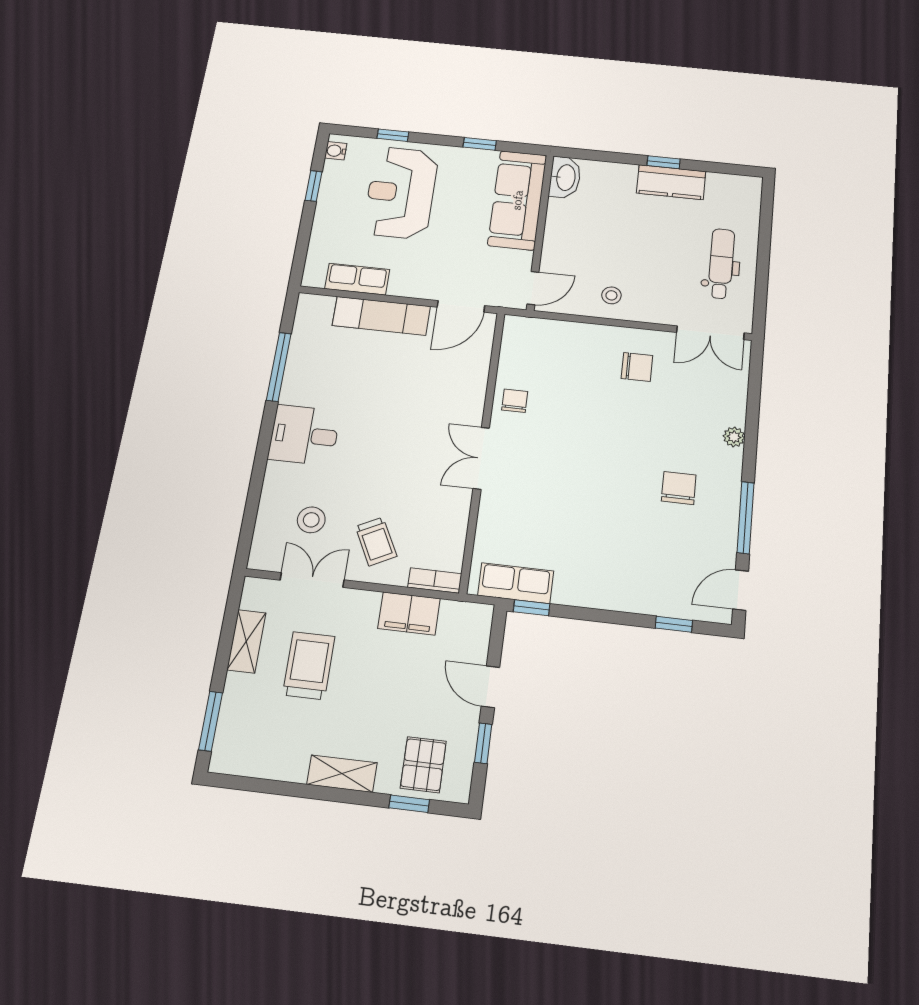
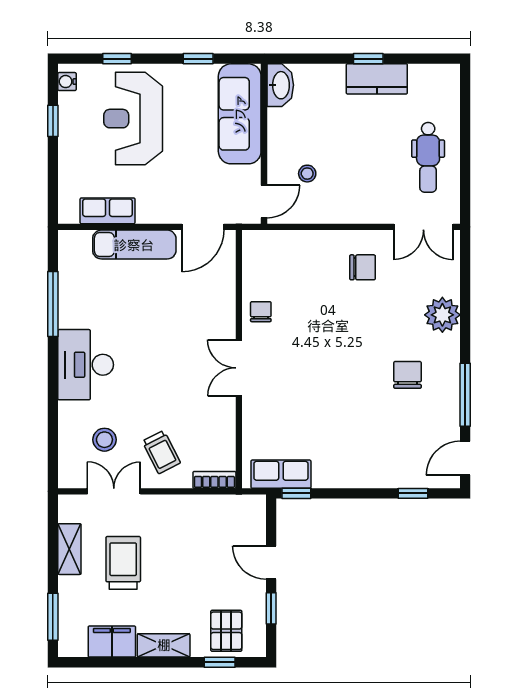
dental chair: (721, 264) -> (428, 157), turned 180
stool: (611, 295) -> (307, 174), moved
desk: (304, 435) -> (86, 365), width x1.37
plant: (734, 437) -> (442, 315), width x1.88, depth x1.88
filing cabinet: (409, 613) -> (112, 641), moved, turned 180

